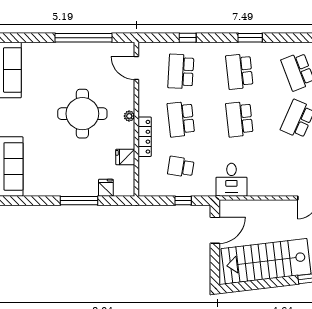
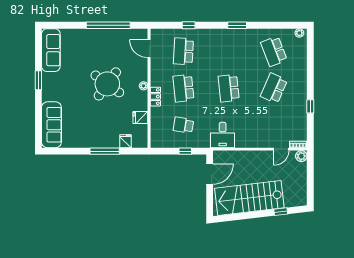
school desk: (239, 71) -> (229, 51), removed
round table: (82, 114) -> (107, 84), turned 36
locker: (145, 137) -> (155, 97), width x0.66

